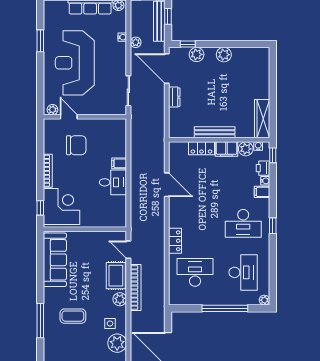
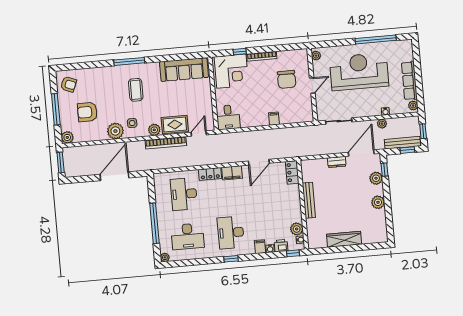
window: (40, 41) -> (376, 39), width x2.11
door: (69, 117) -> (312, 86), moved
wardrobe: (262, 119) -> (344, 239), moved
locker: (201, 148) -> (292, 172), moved
filing cabinet: (226, 149) -> (232, 173), moved, turned -90
desk: (113, 182) -> (228, 117), moved
window: (40, 208) -> (240, 52), moved
desk: (195, 272) -> (184, 194), turned 180

